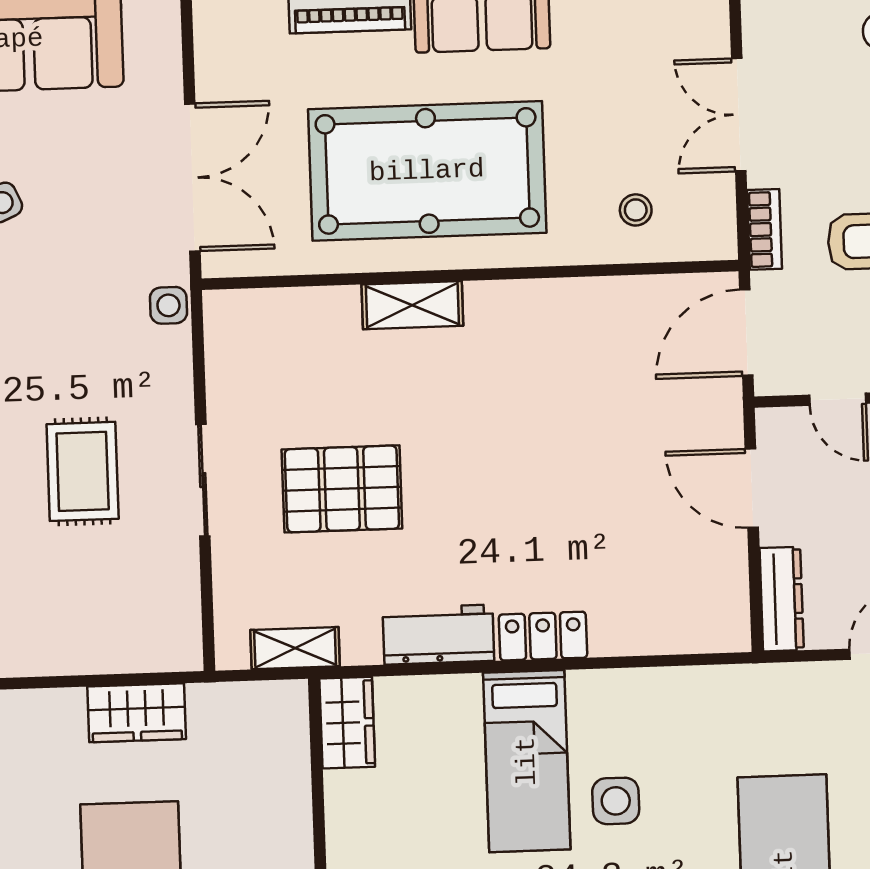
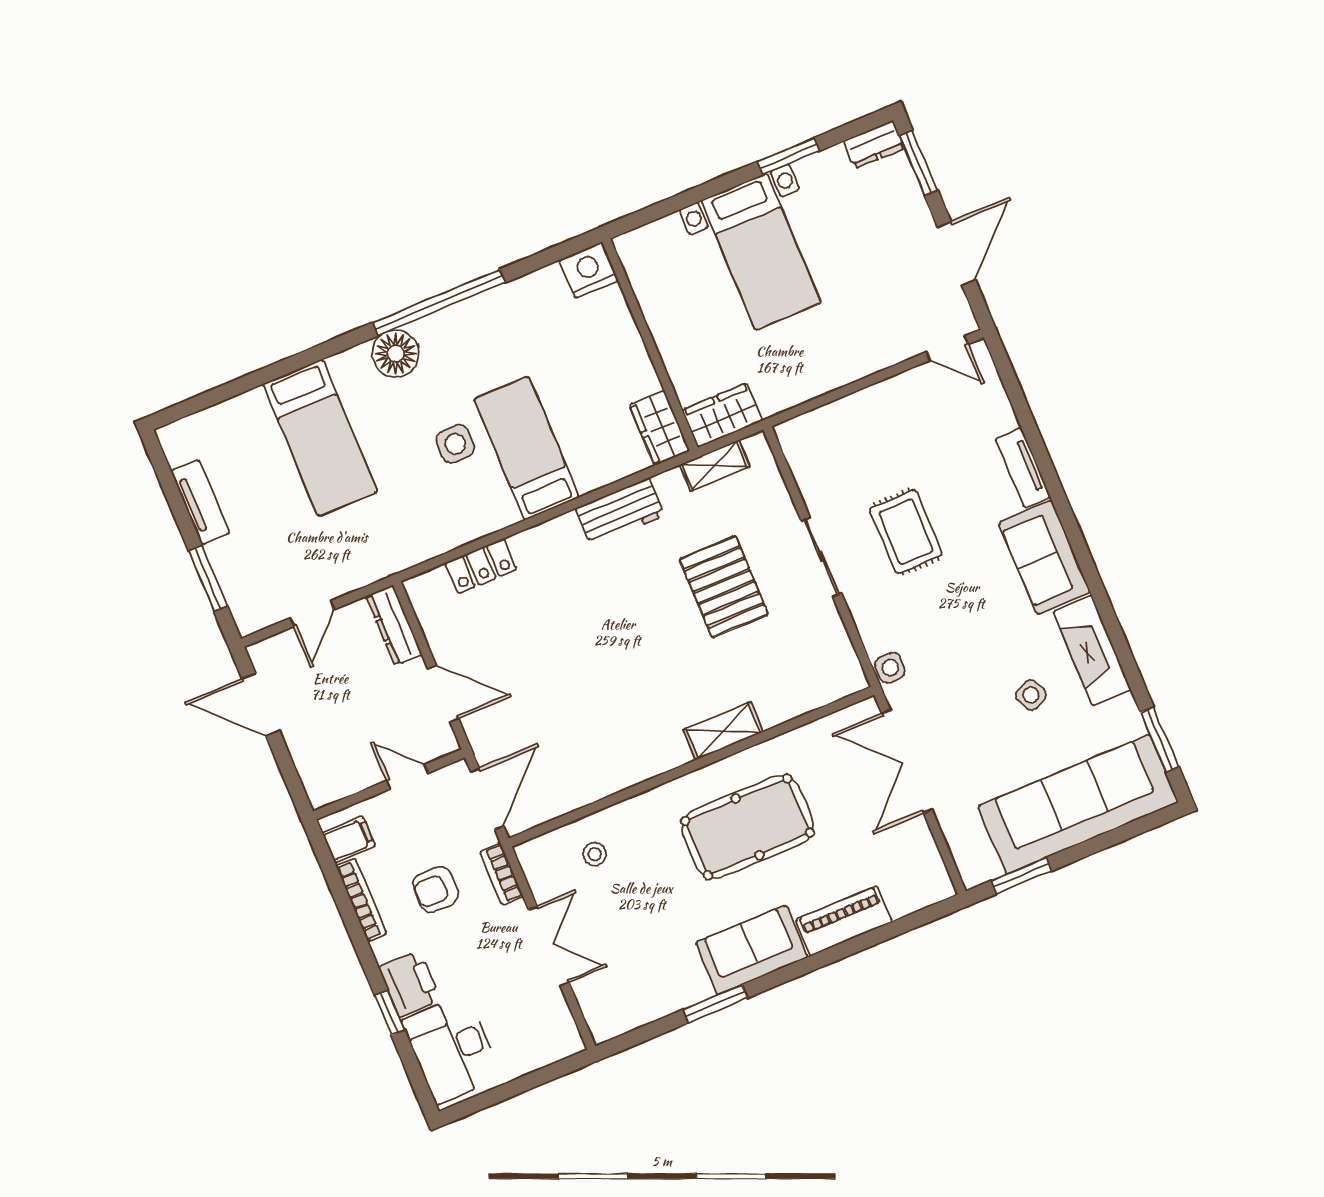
pool table: (427, 171) -> (748, 827), width x0.73, depth x0.76
pallet: (342, 489) -> (724, 587), turned 90
locker: (543, 636) -> (481, 566), moved
wardrobe: (137, 713) -> (722, 415), moved

